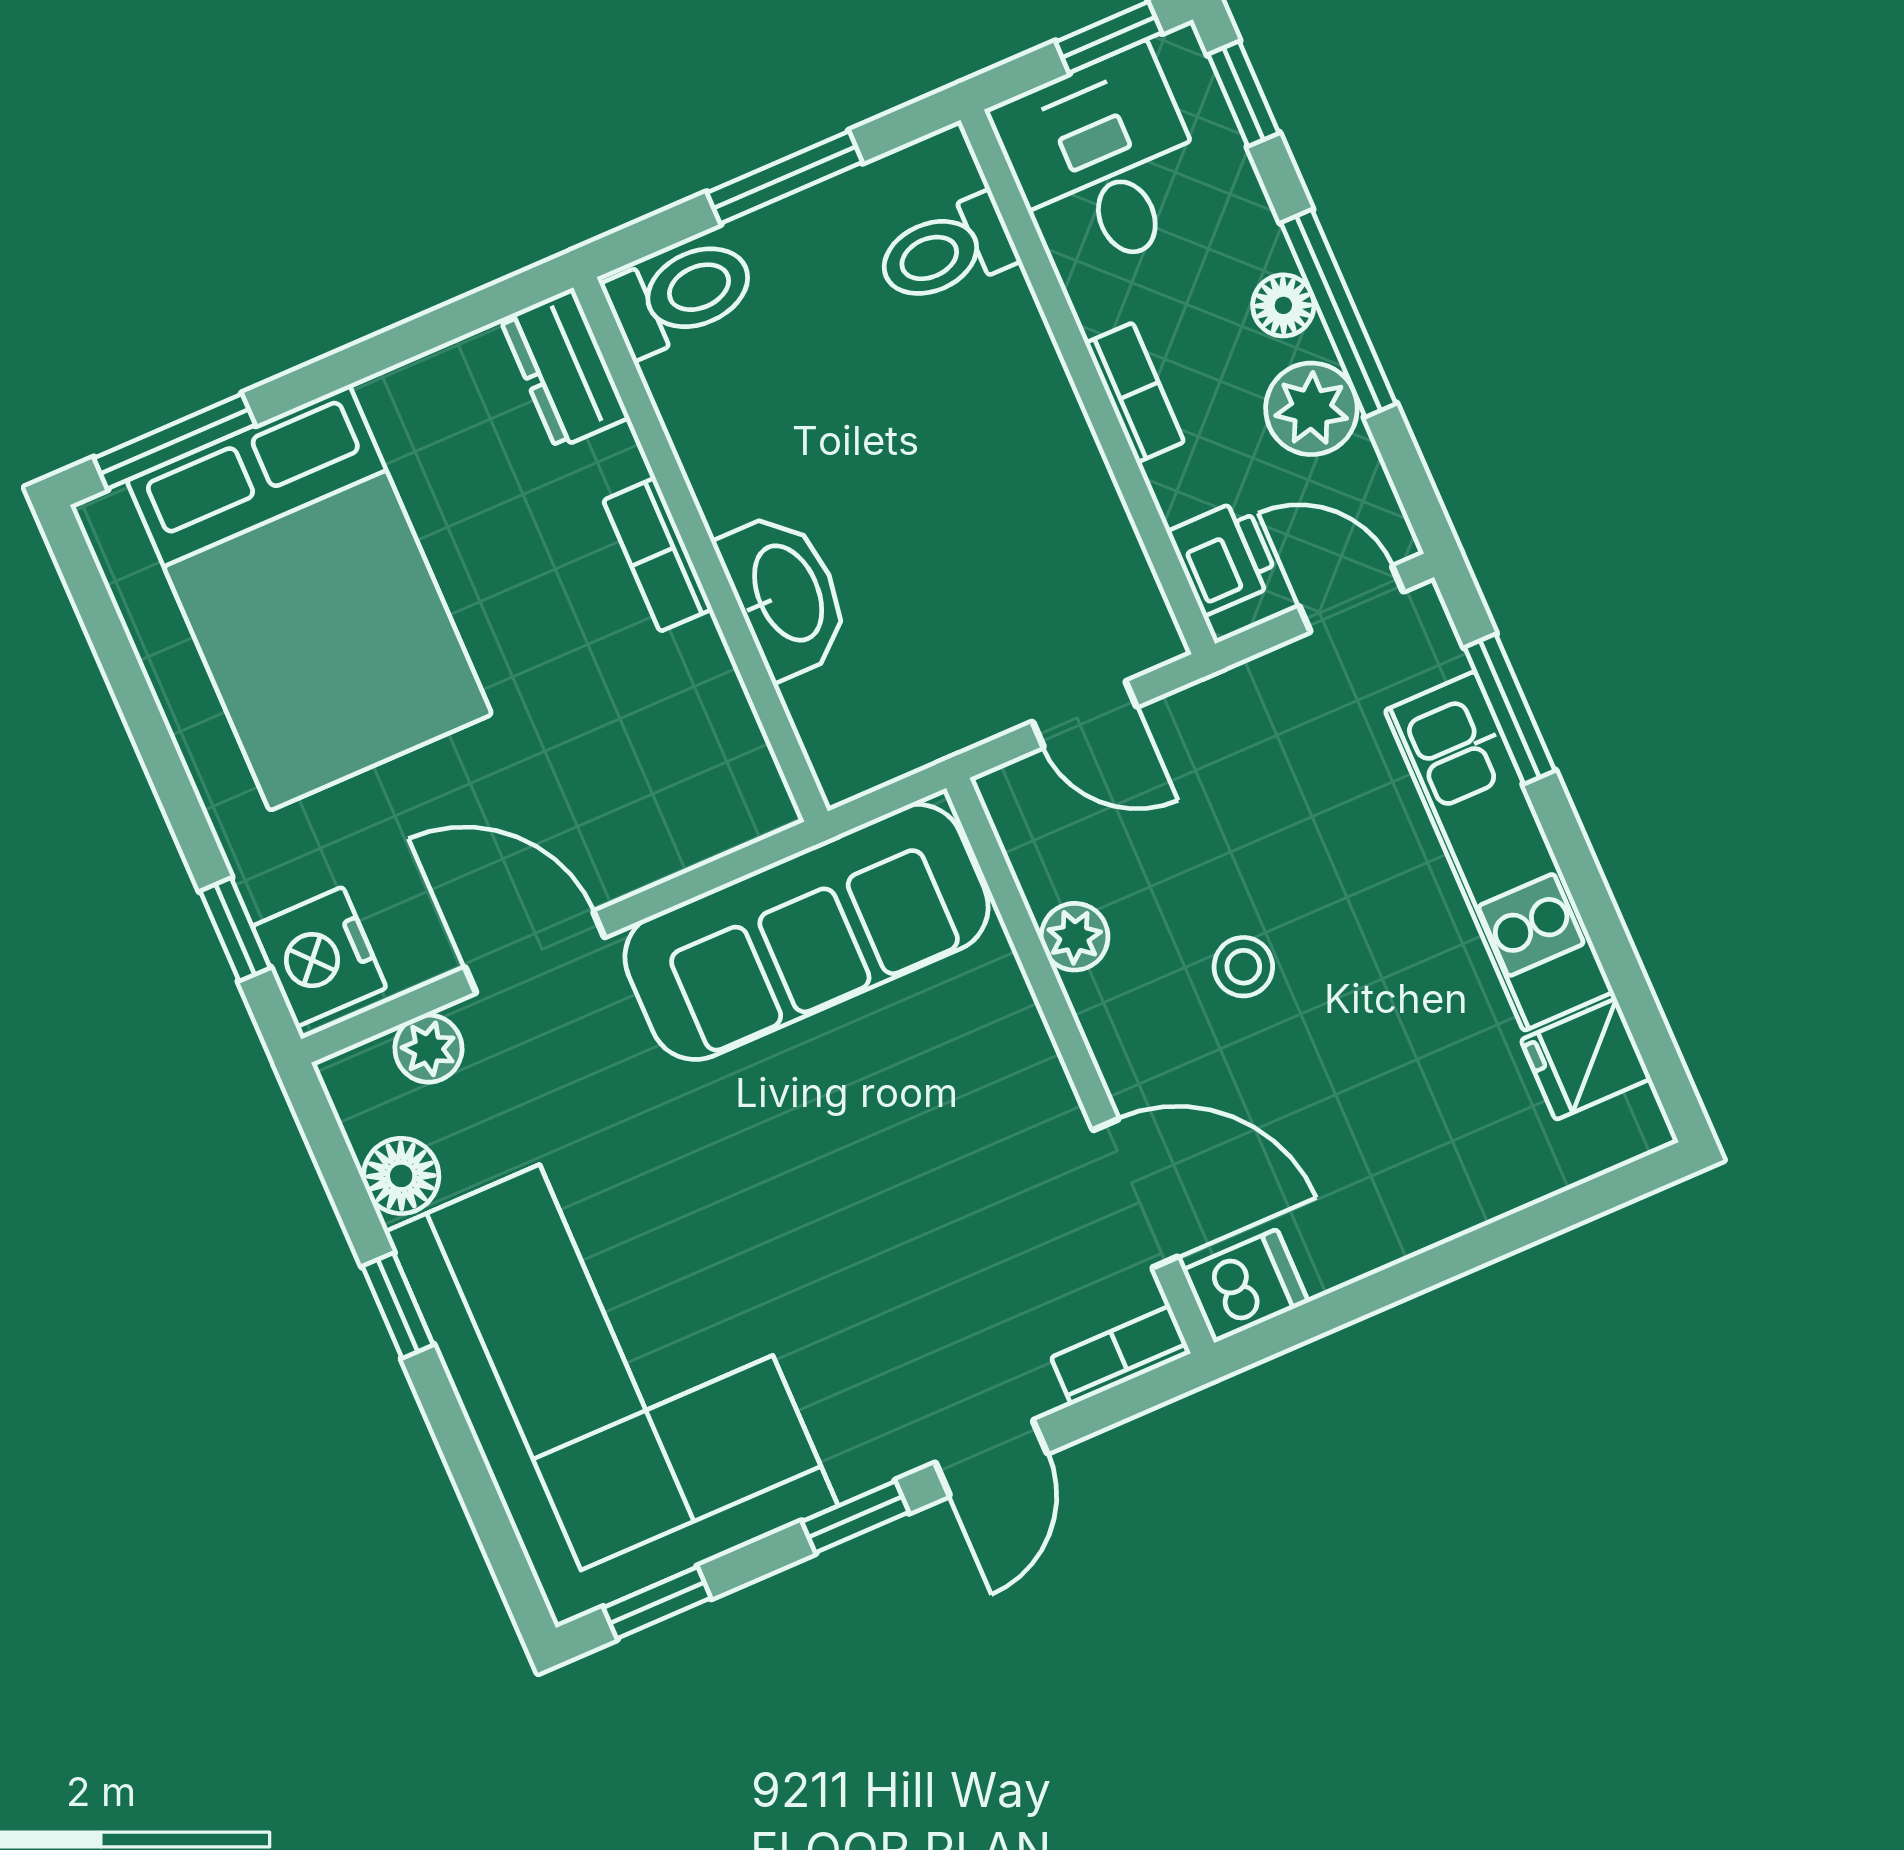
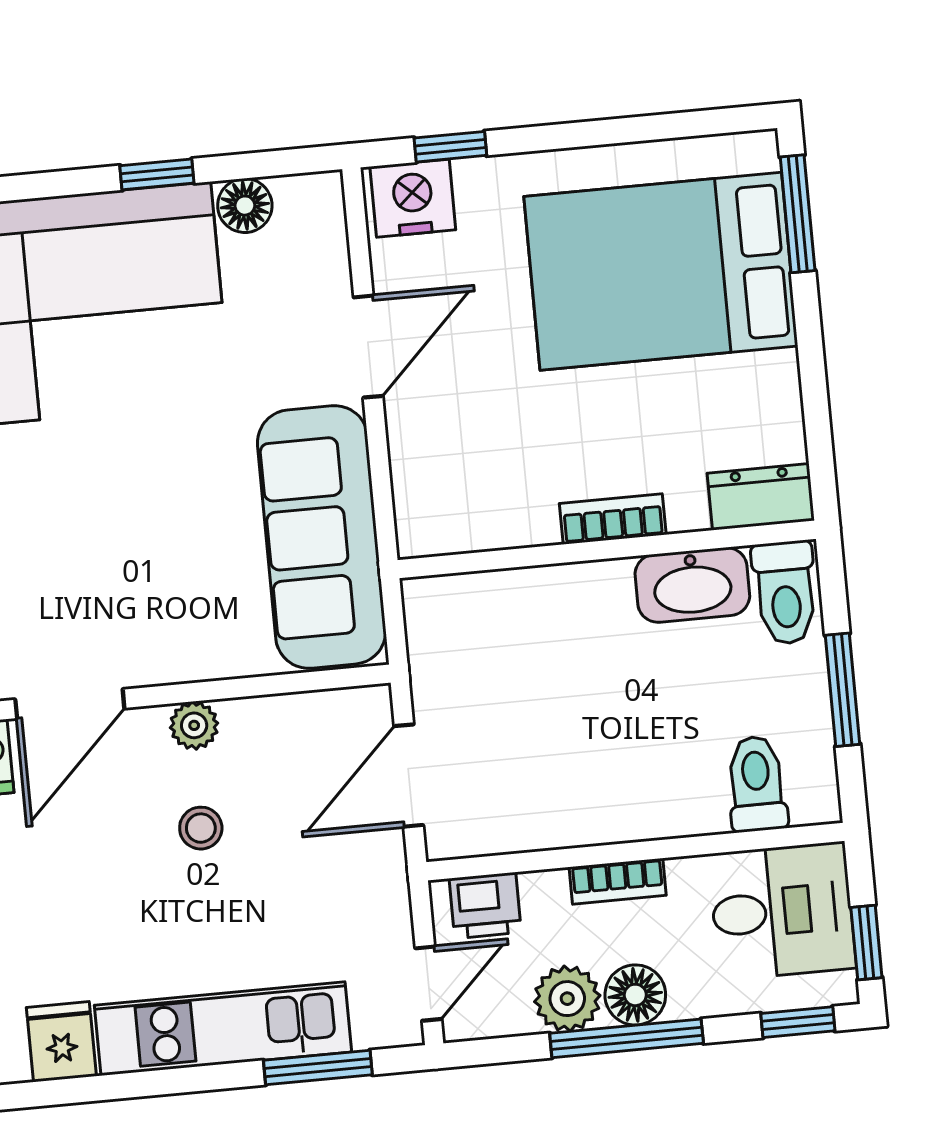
floor lamp: (1283, 305) -> (635, 995), width x1.37, depth x1.37
washbasin: (785, 594) -> (692, 585), moved
door: (1085, 714) -> (409, 776), width x1.37
plant: (1075, 937) -> (194, 725), moved
plant: (428, 1049) -> (326, 253), removed

